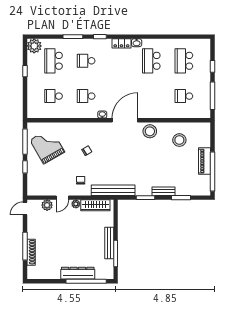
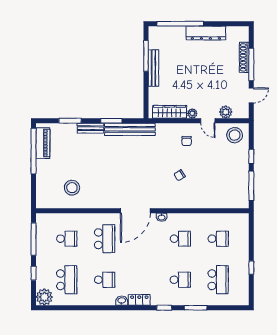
plant: (34, 46) -> (44, 297), moved
school desk: (151, 61) -> (105, 280), width x0.54
school desk: (151, 96) -> (105, 239), added
stool: (150, 131) -> (235, 135), moved
grand piano: (47, 146) -> (225, 181), removed
piano: (204, 161) -> (43, 143), moved
bench: (113, 190) -> (130, 129), moved
door: (62, 198) -> (208, 121), swing flipped
door: (25, 208) -> (251, 95), moved
dresser: (78, 273) -> (206, 33), moved

